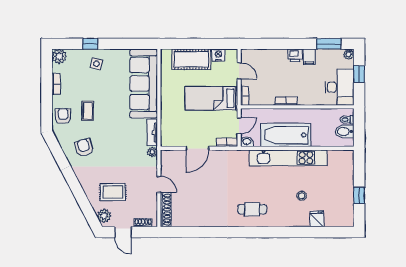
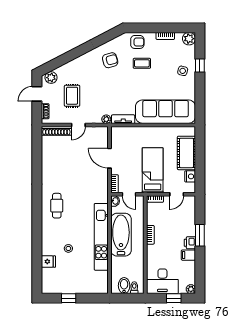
window: (329, 44) -> (200, 235), moved
rug: (113, 192) -> (72, 96), moved

